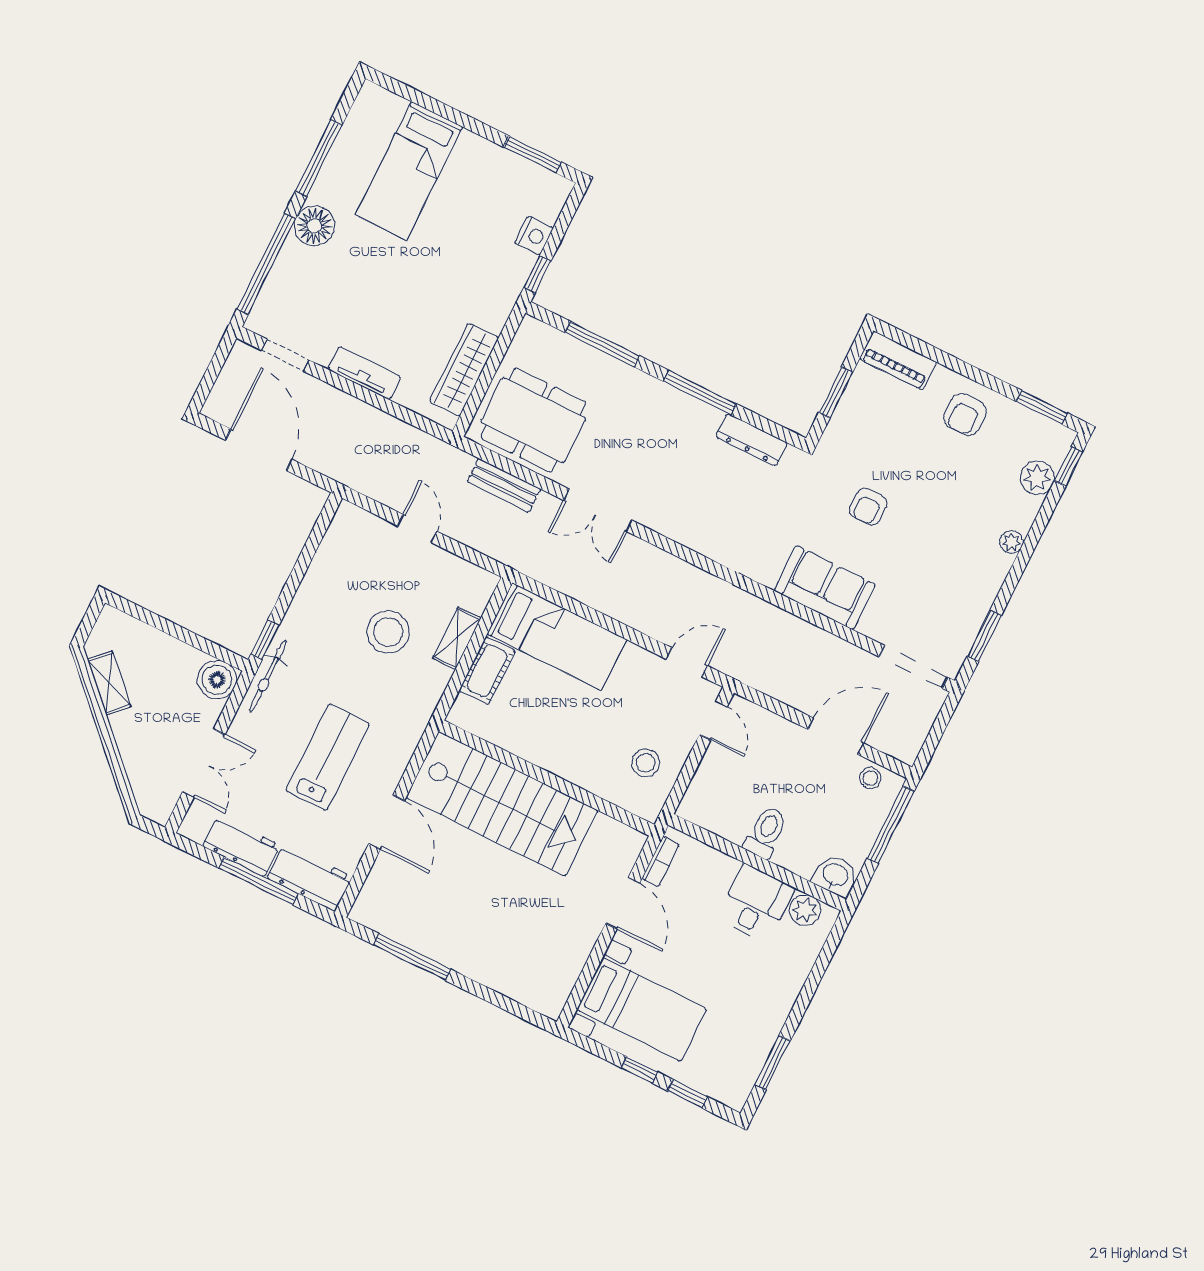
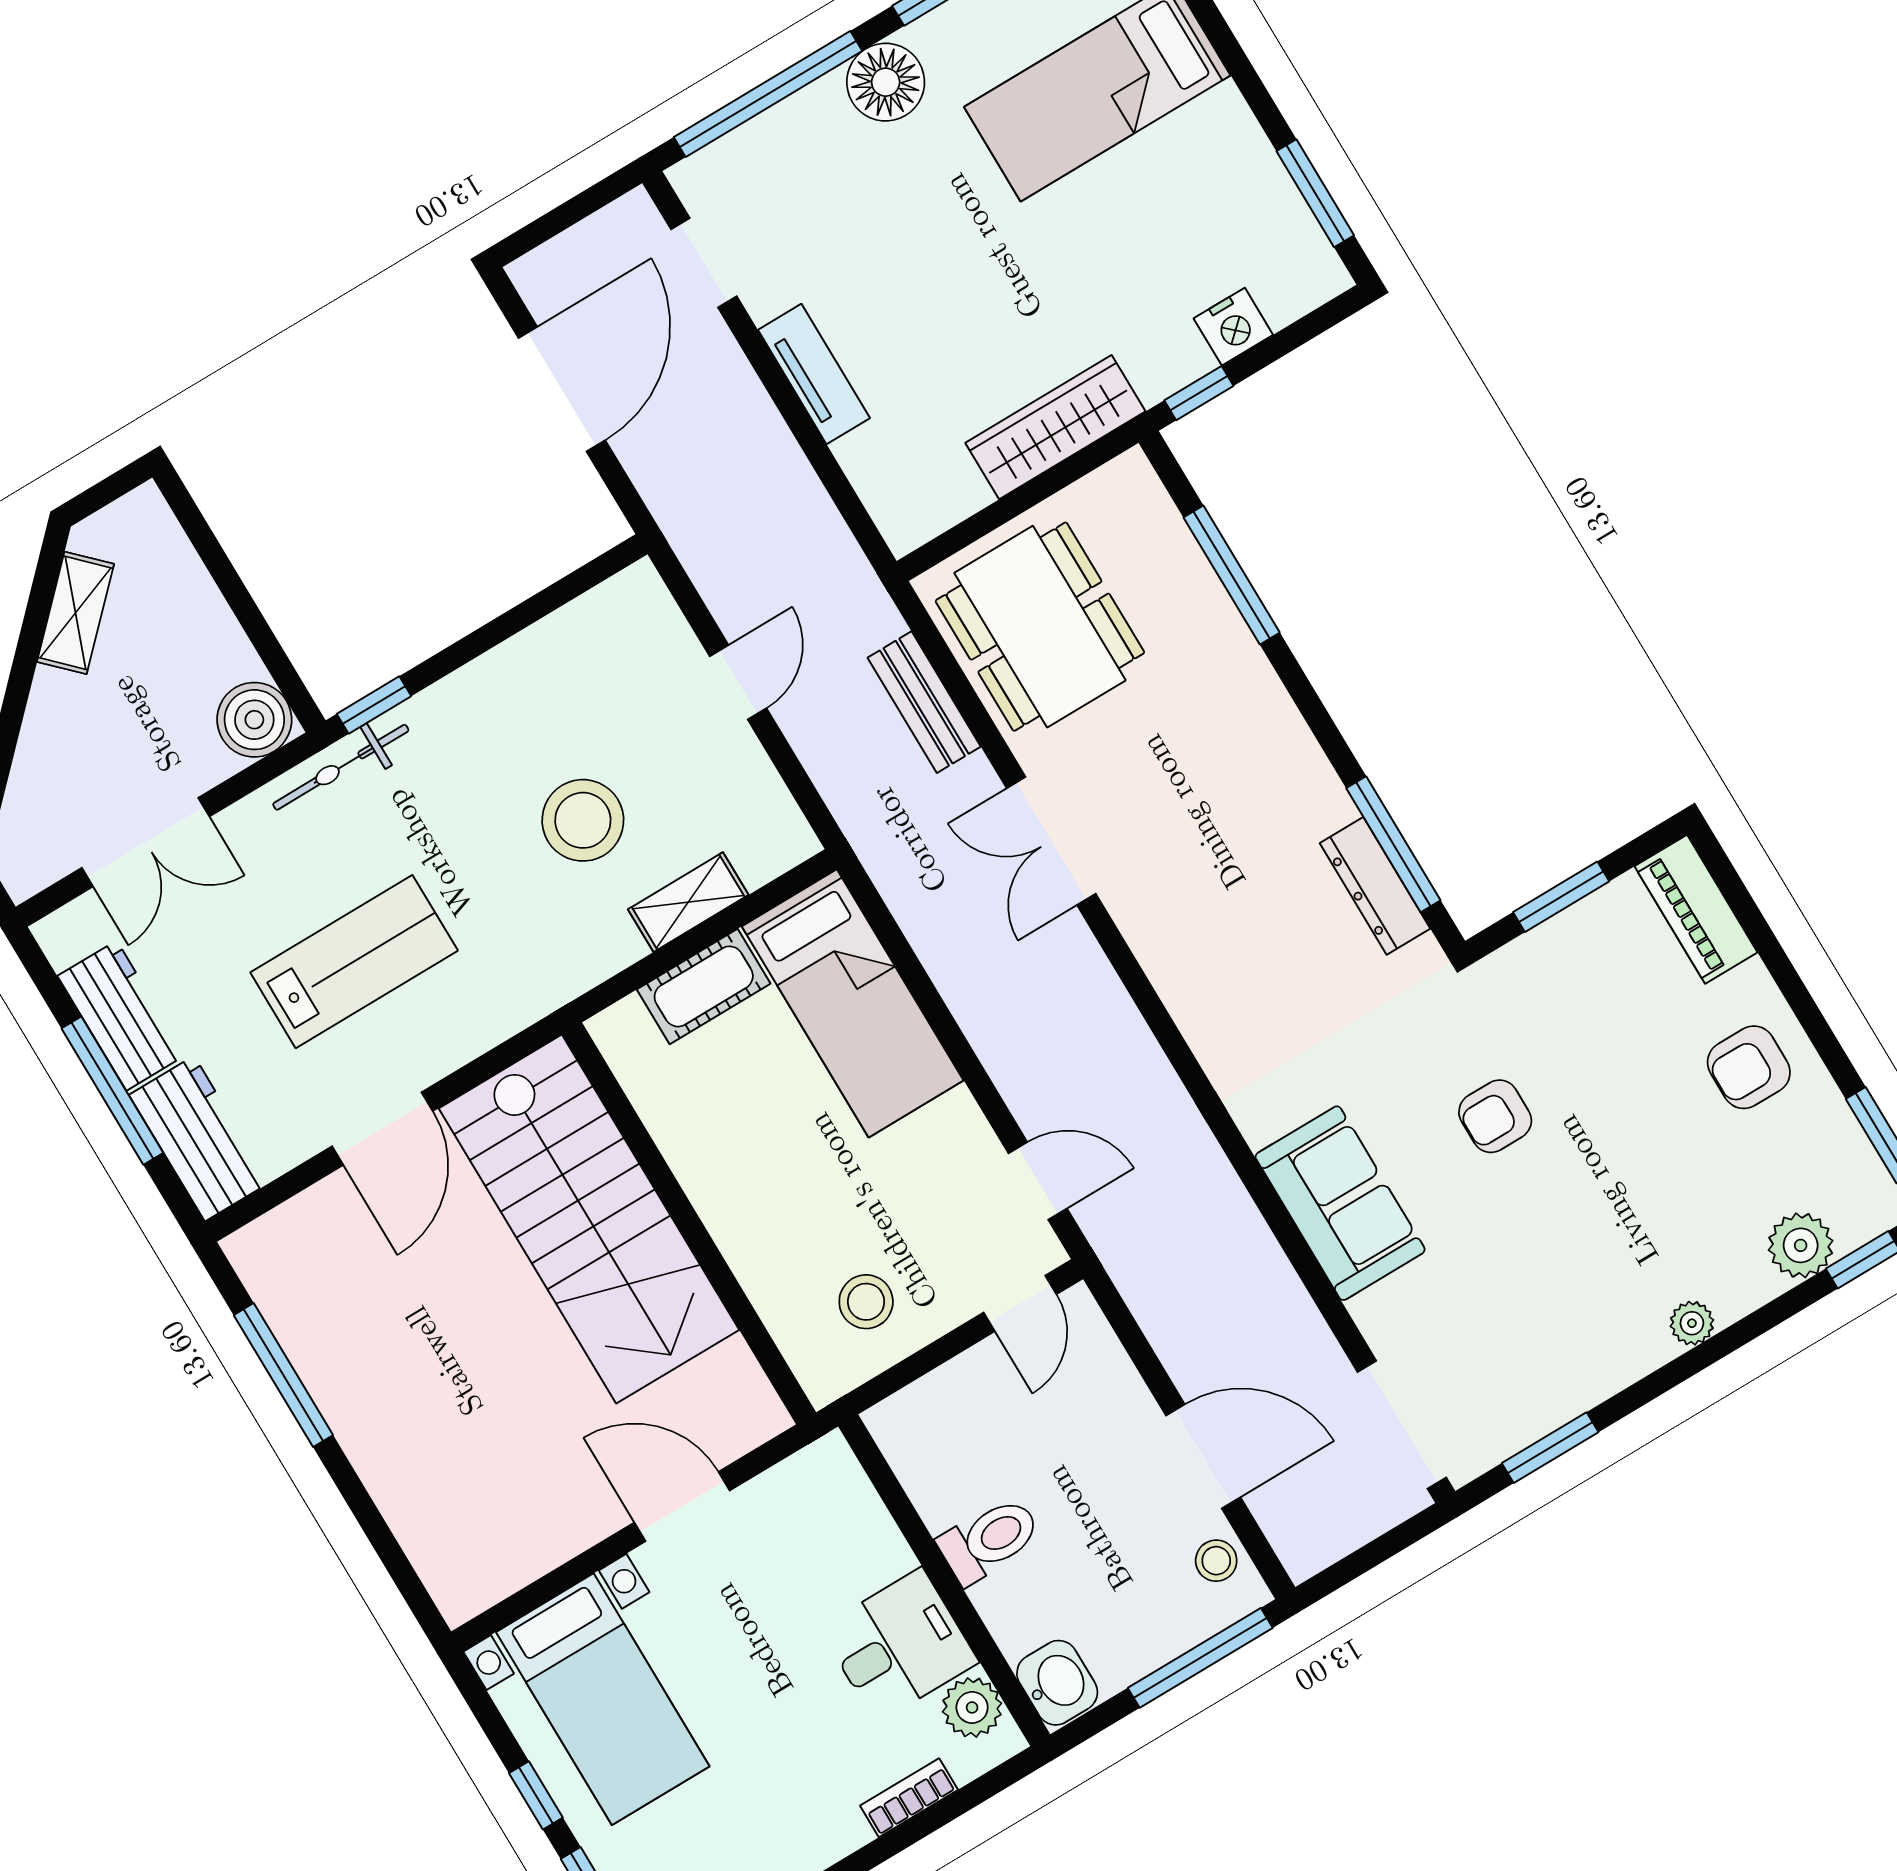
wardrobe: (464, 370) -> (1055, 427), moved
window: (700, 393) -> (1393, 844), moved
bookcase: (661, 861) -> (909, 1798), moved, turned 180
door: (623, 903) -> (682, 1506), swing flipped

